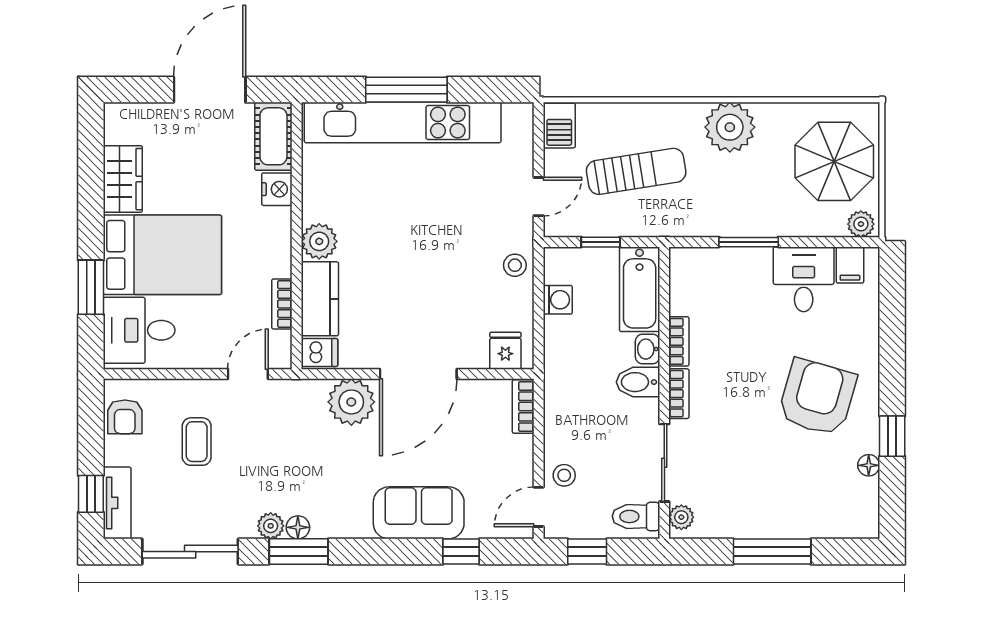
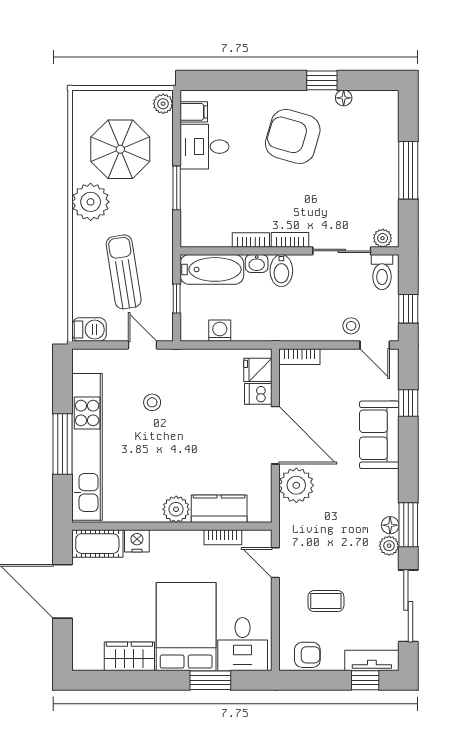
parasol: (834, 161) -> (120, 149), moved
stool: (515, 265) -> (152, 402), moved
dishwasher: (320, 352) -> (258, 394), moved, turned -90

